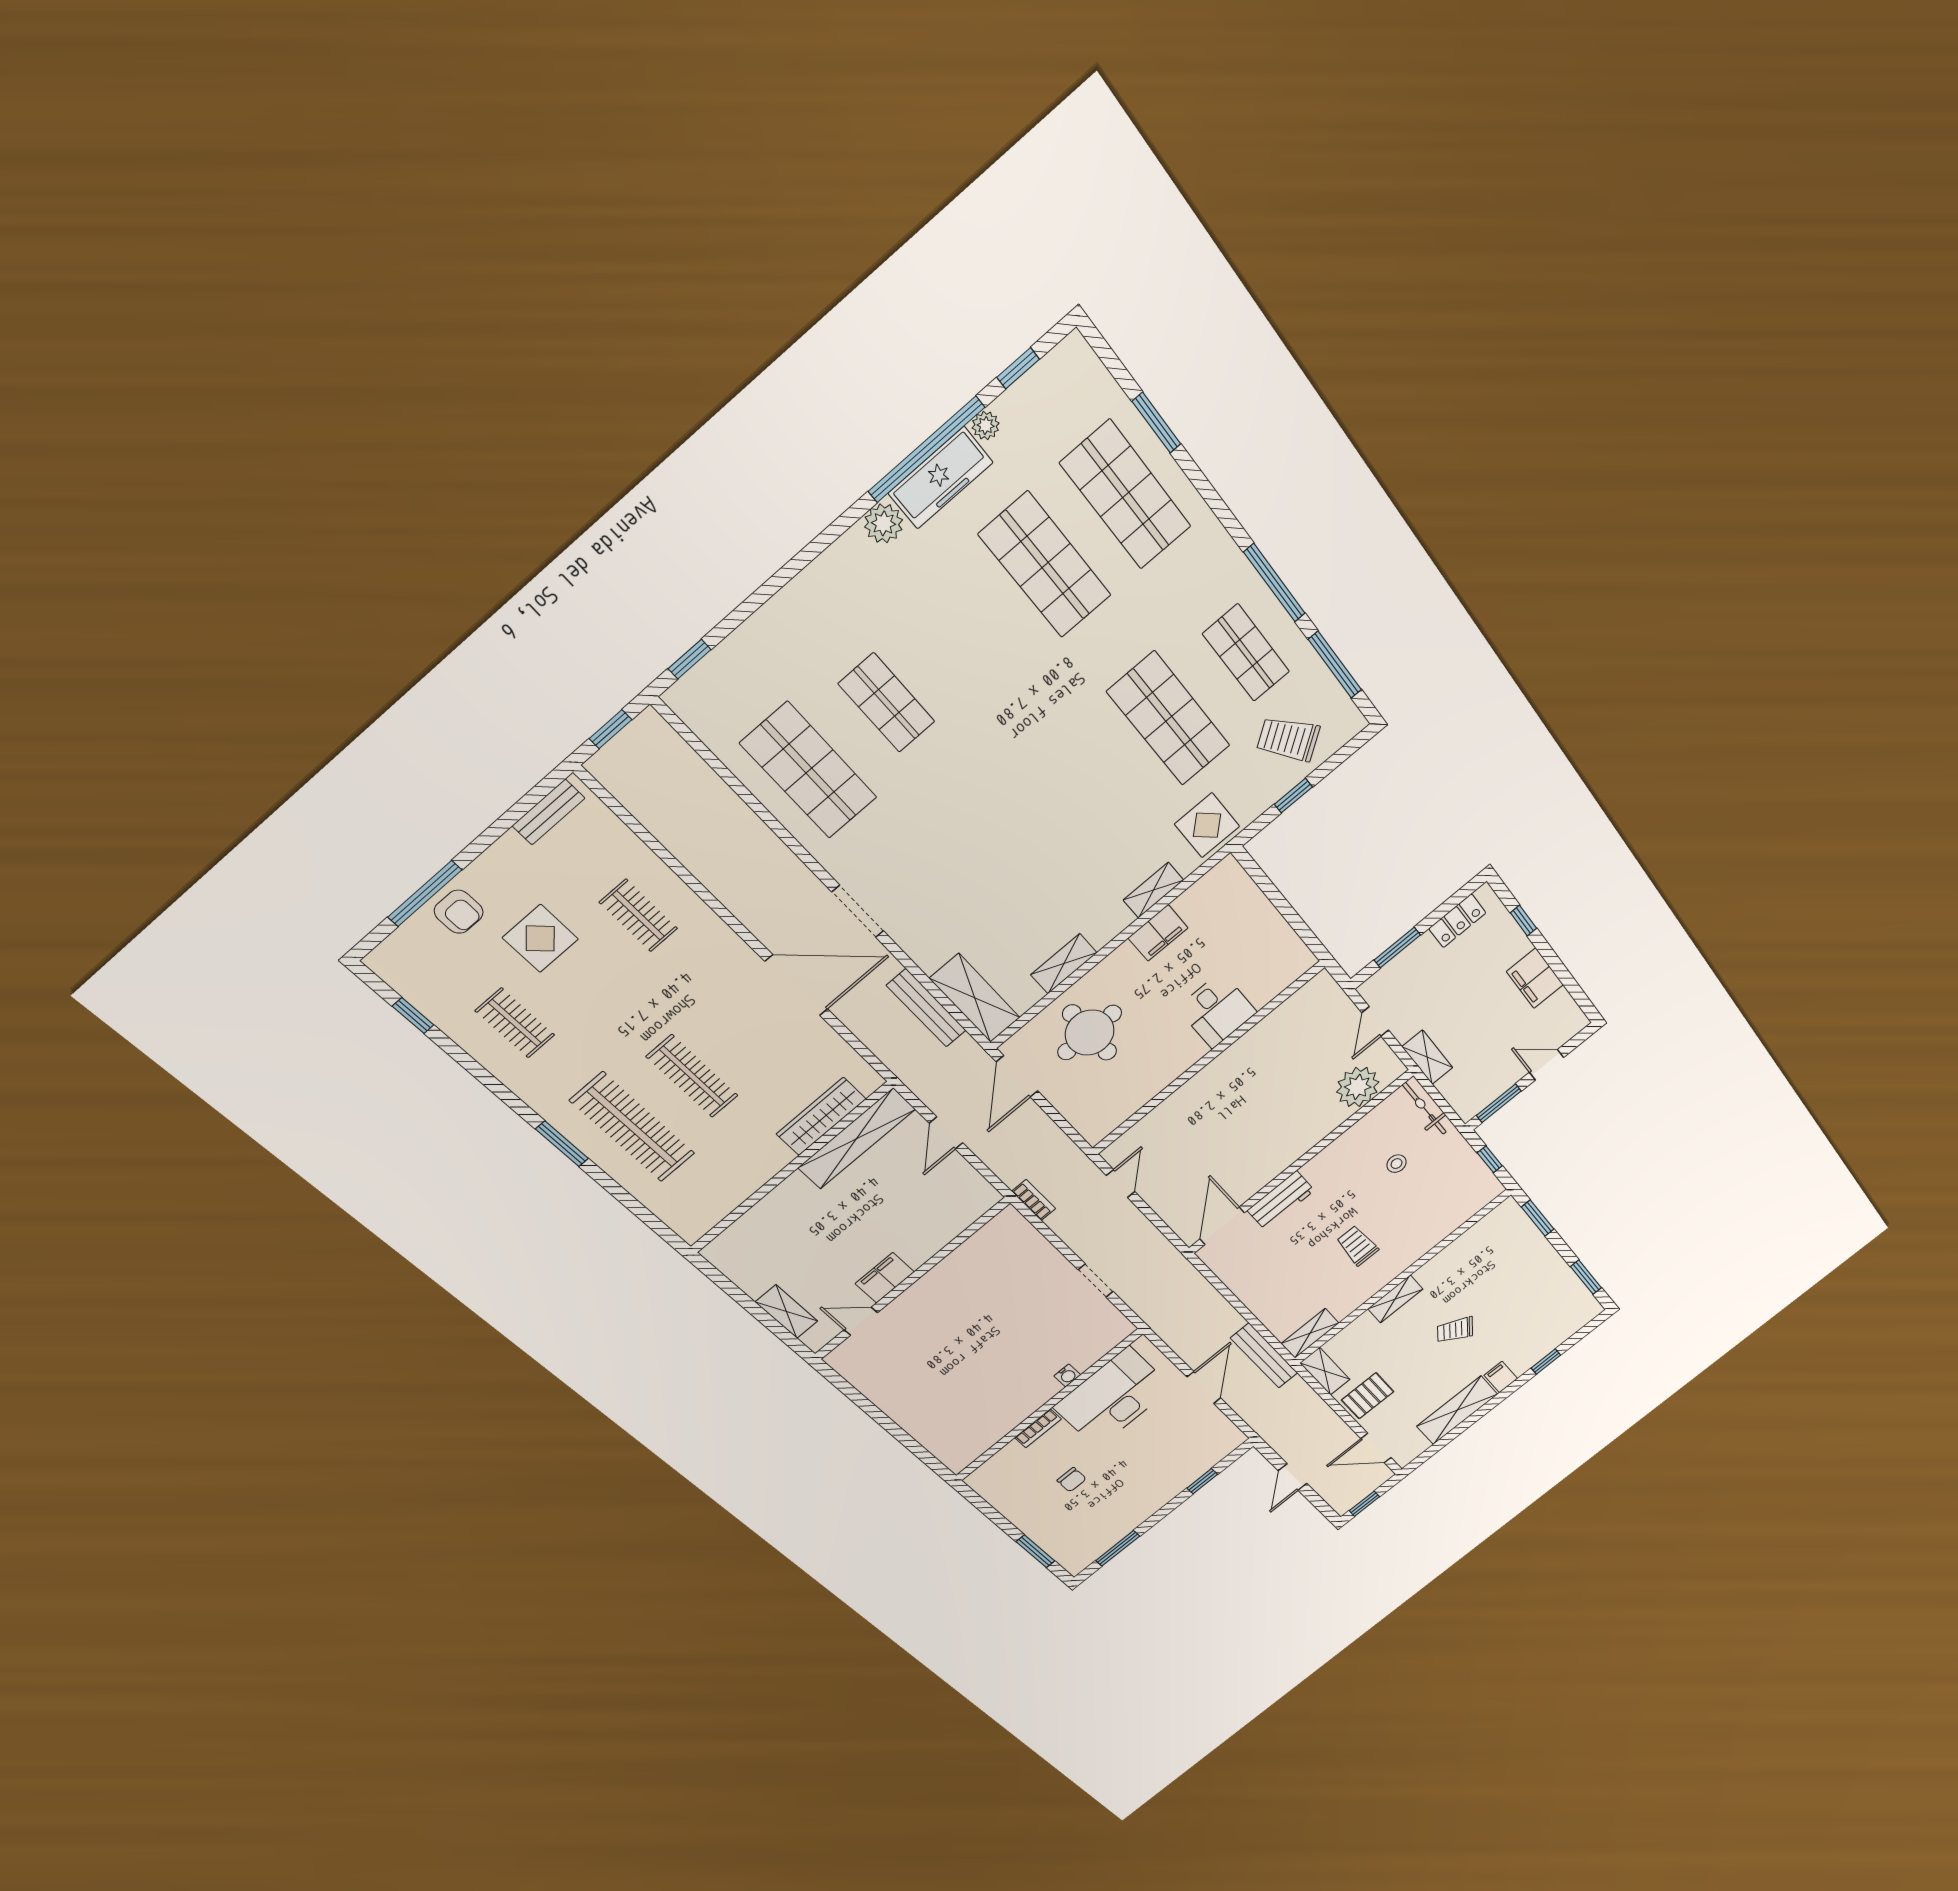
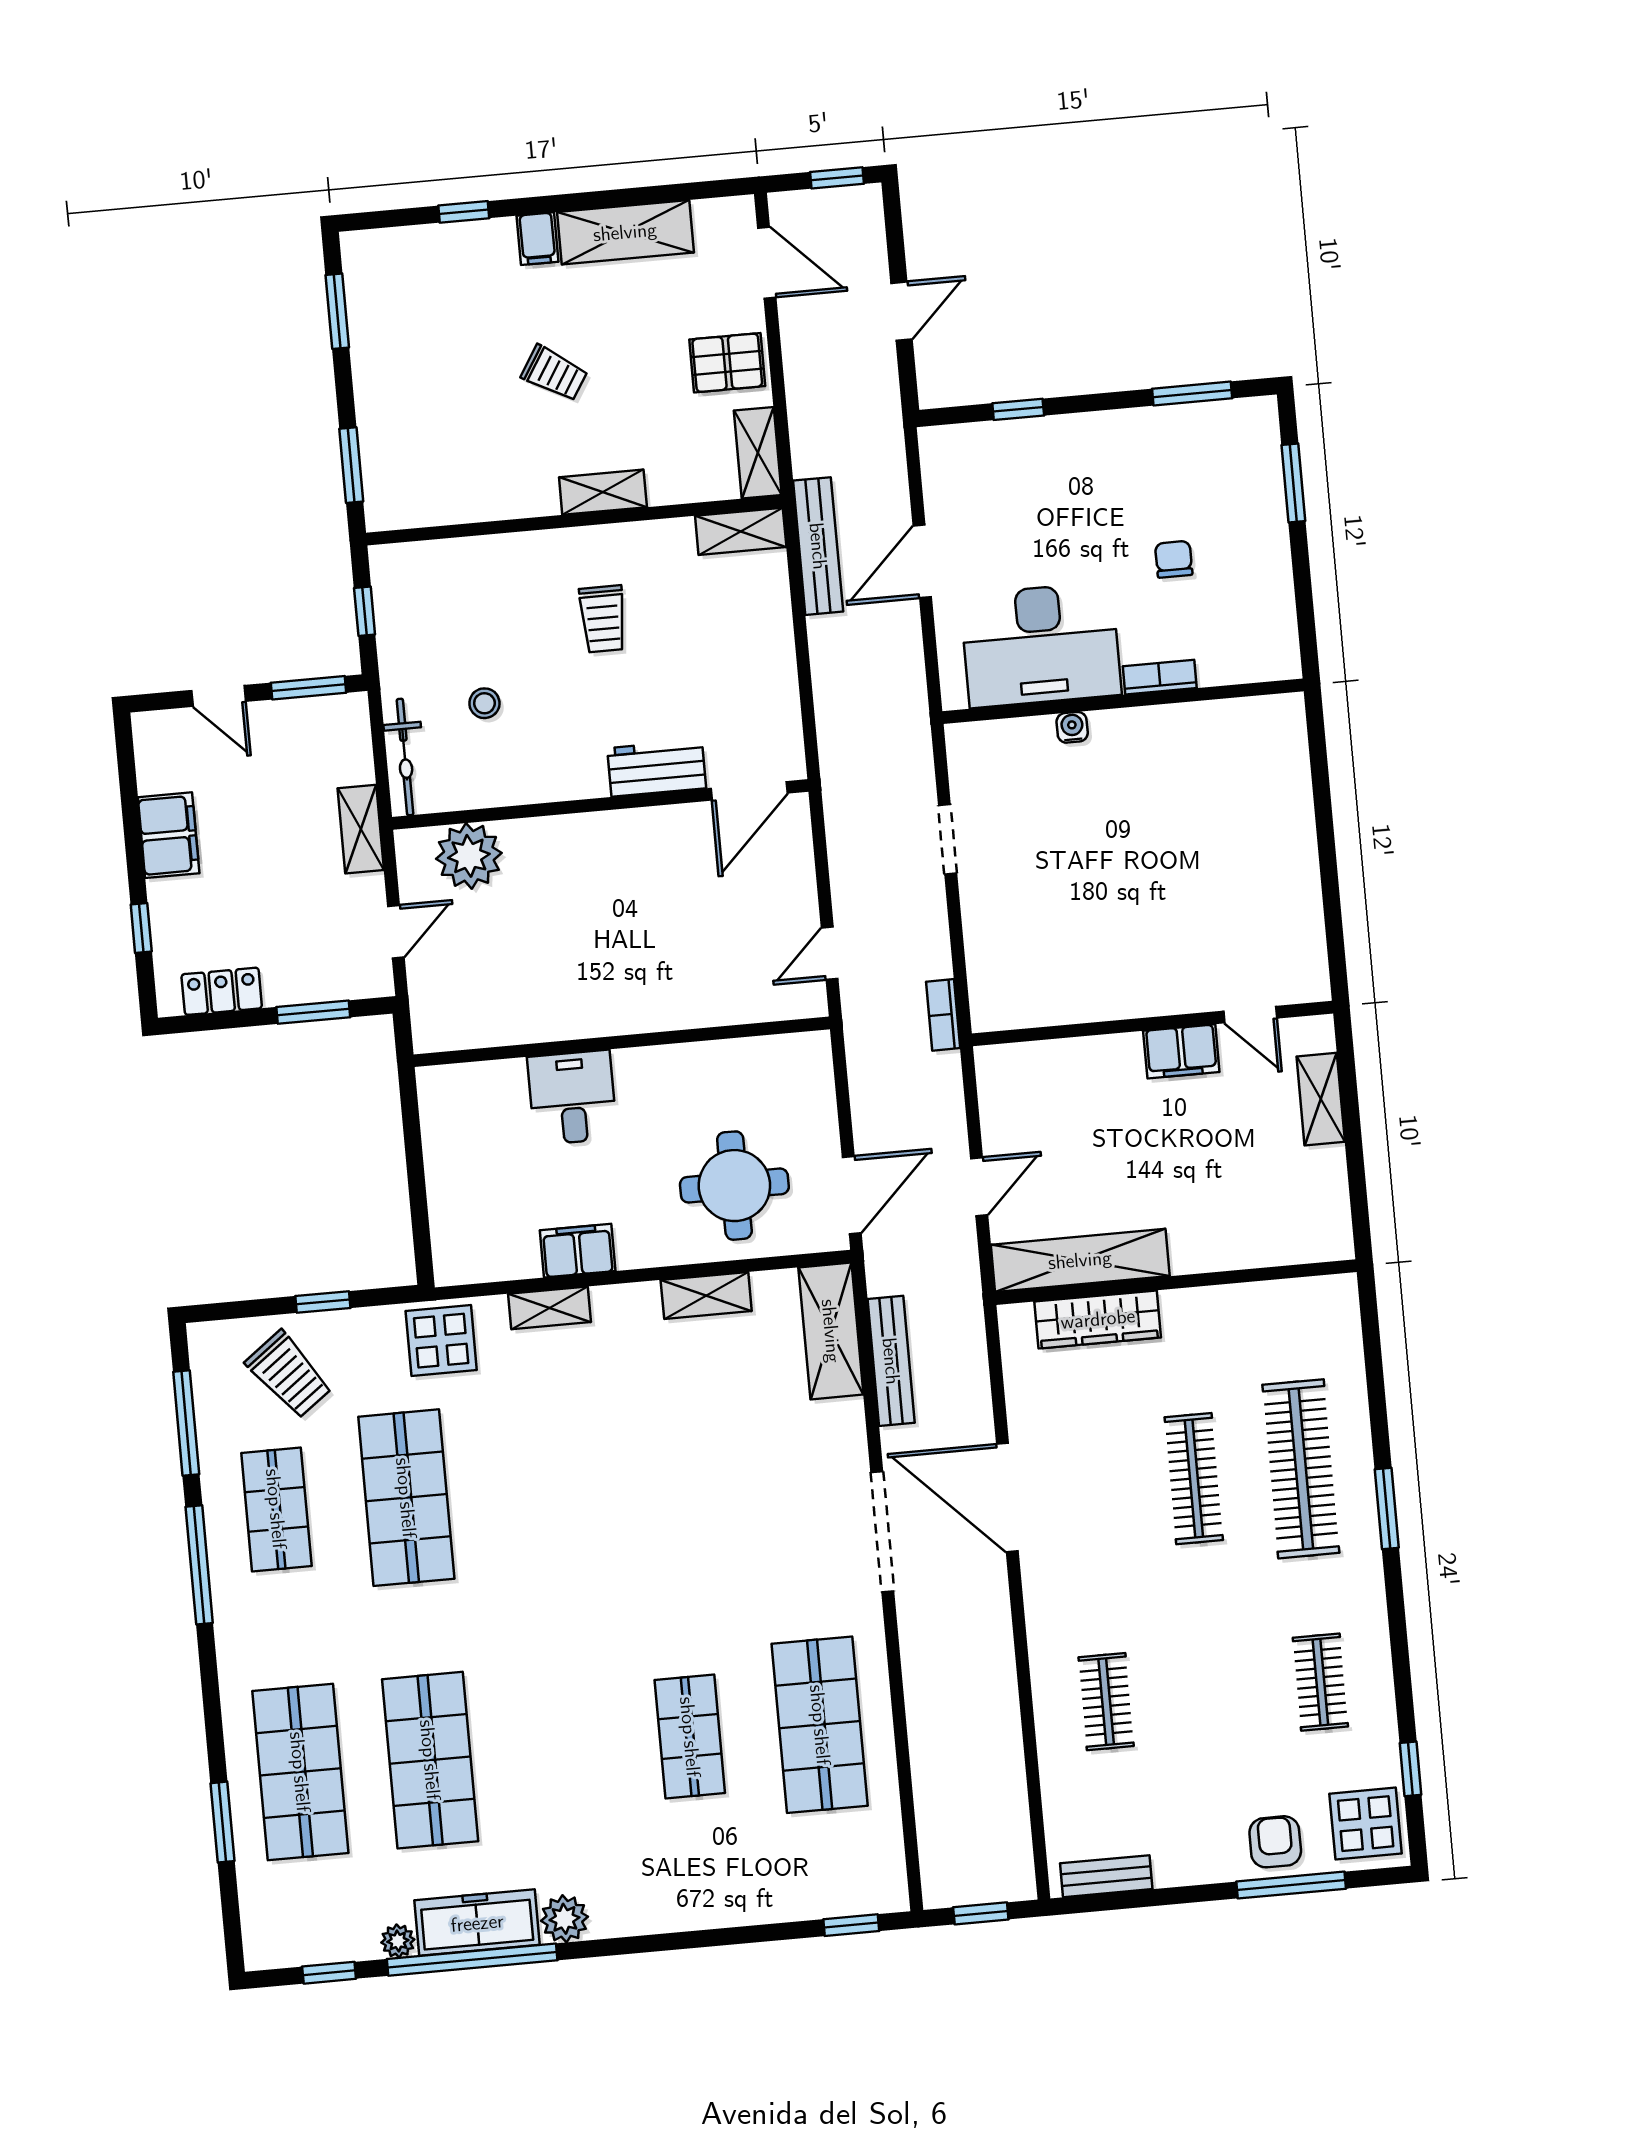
doorway: (858, 911) -> (882, 1532), width x1.36
display table: (540, 938) -> (1366, 1824), moved

